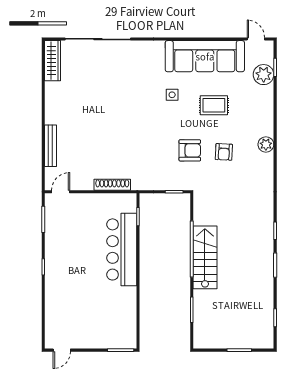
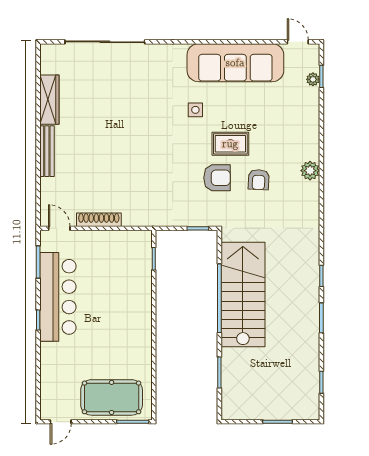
wardrobe: (52, 61) -> (49, 100), moved
plant: (264, 75) -> (313, 79), width x0.53, depth x0.53
rug: (214, 105) -> (230, 144), moved
bench: (50, 146) -> (47, 151), moved
shoe rack: (112, 185) -> (99, 220), moved
door: (61, 192) -> (59, 228), hinge flipped
bar counter: (122, 249) -> (58, 297), moved, turned 180
stairs: (205, 257) -> (243, 295), width x1.36, depth x1.51
pool table: (103, 330) -> (112, 397), added

